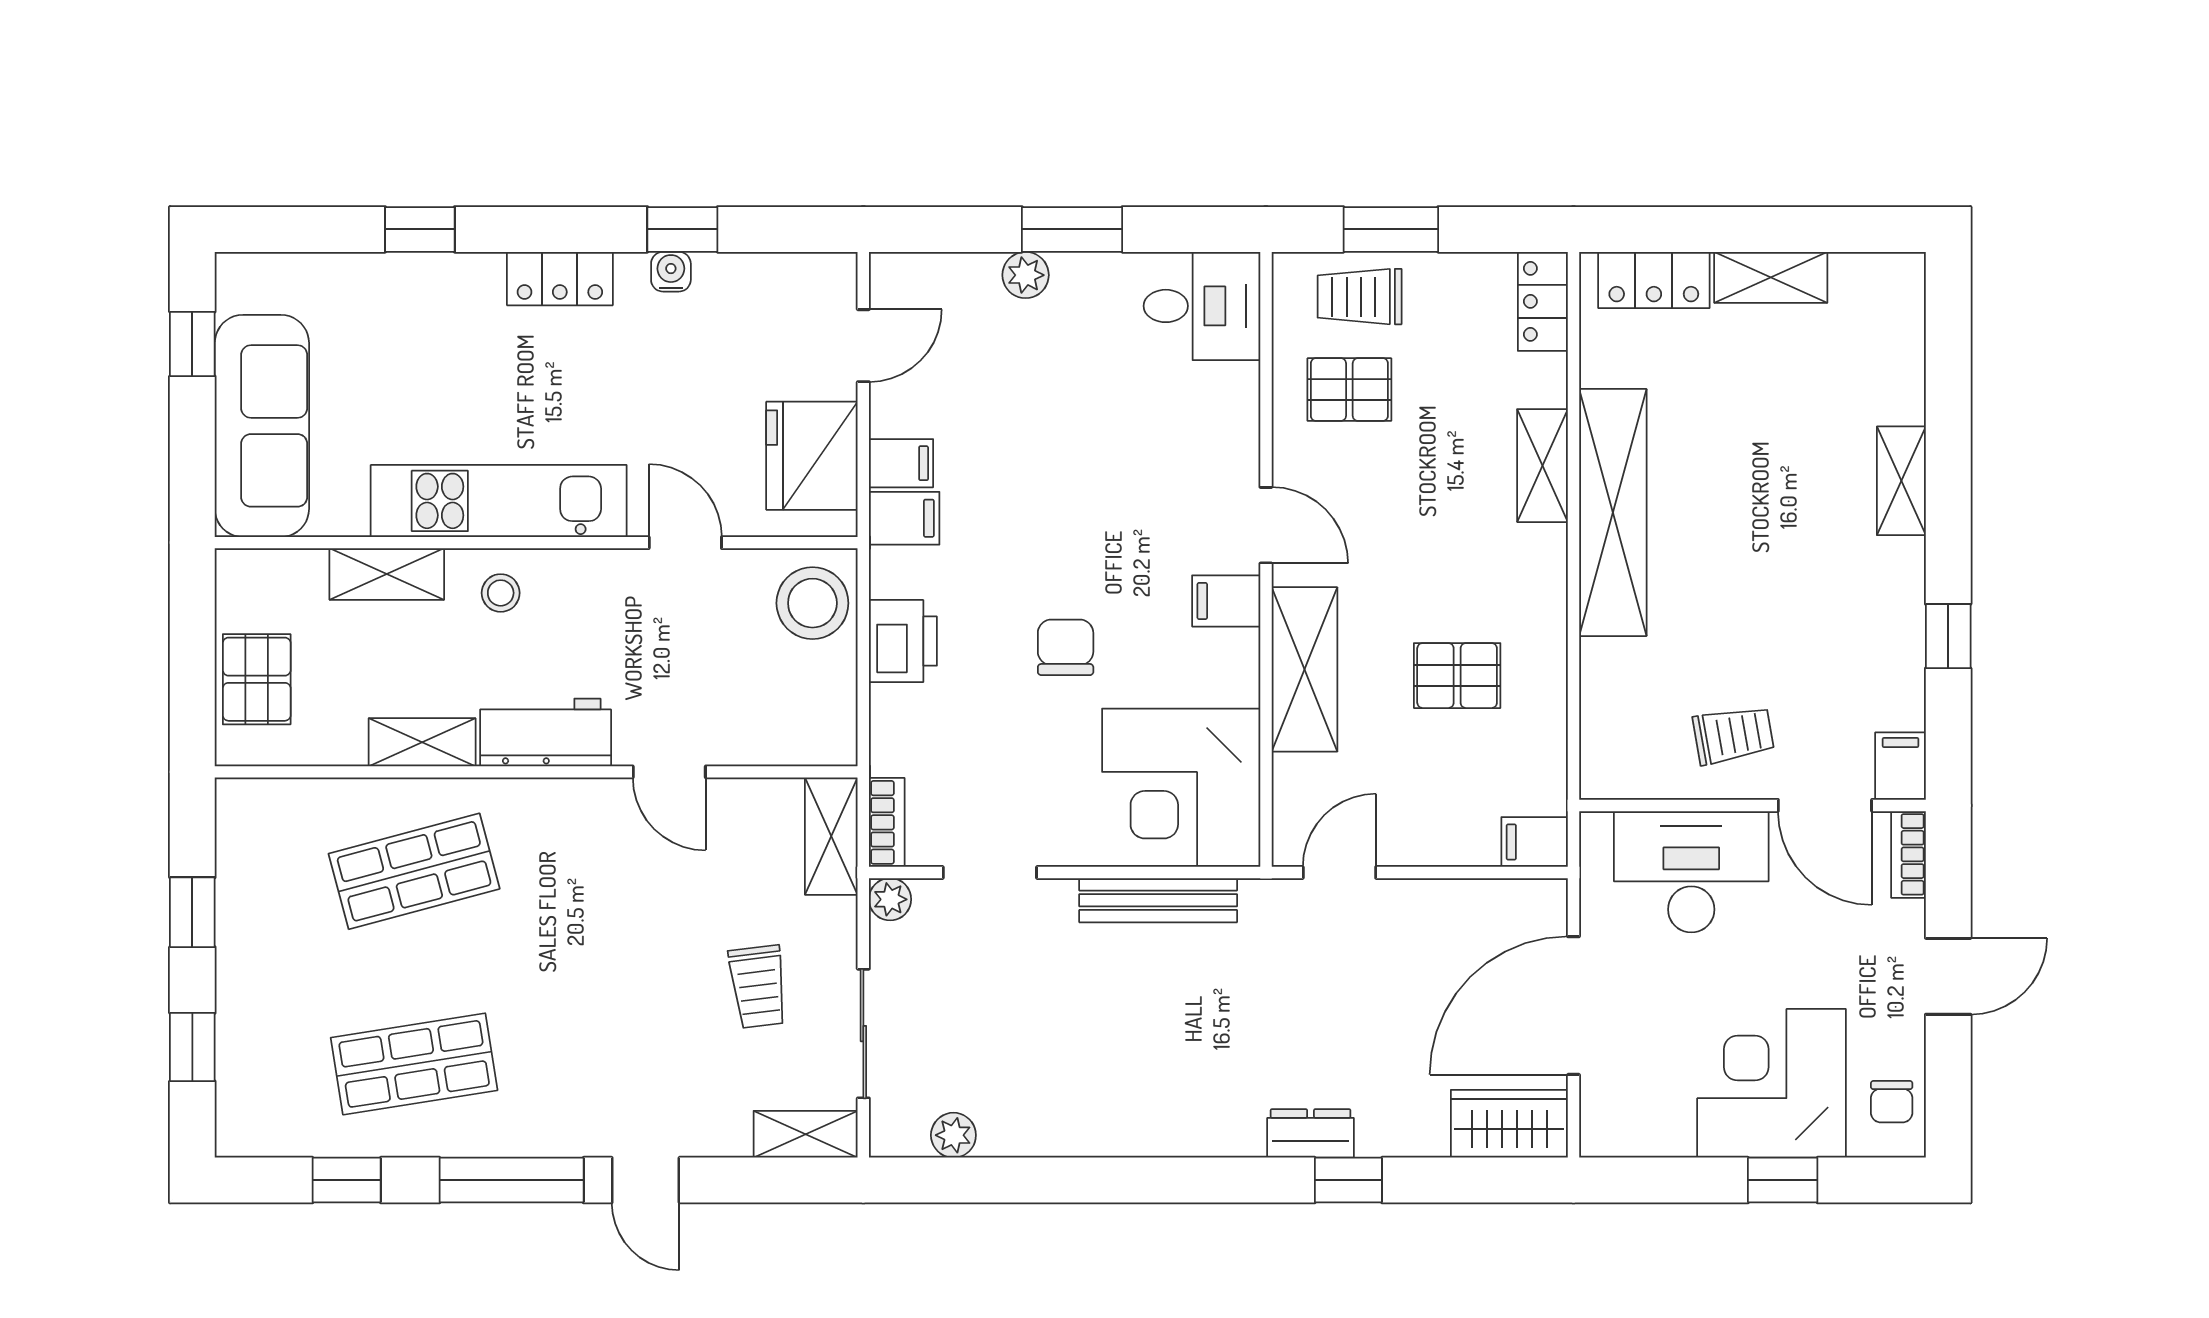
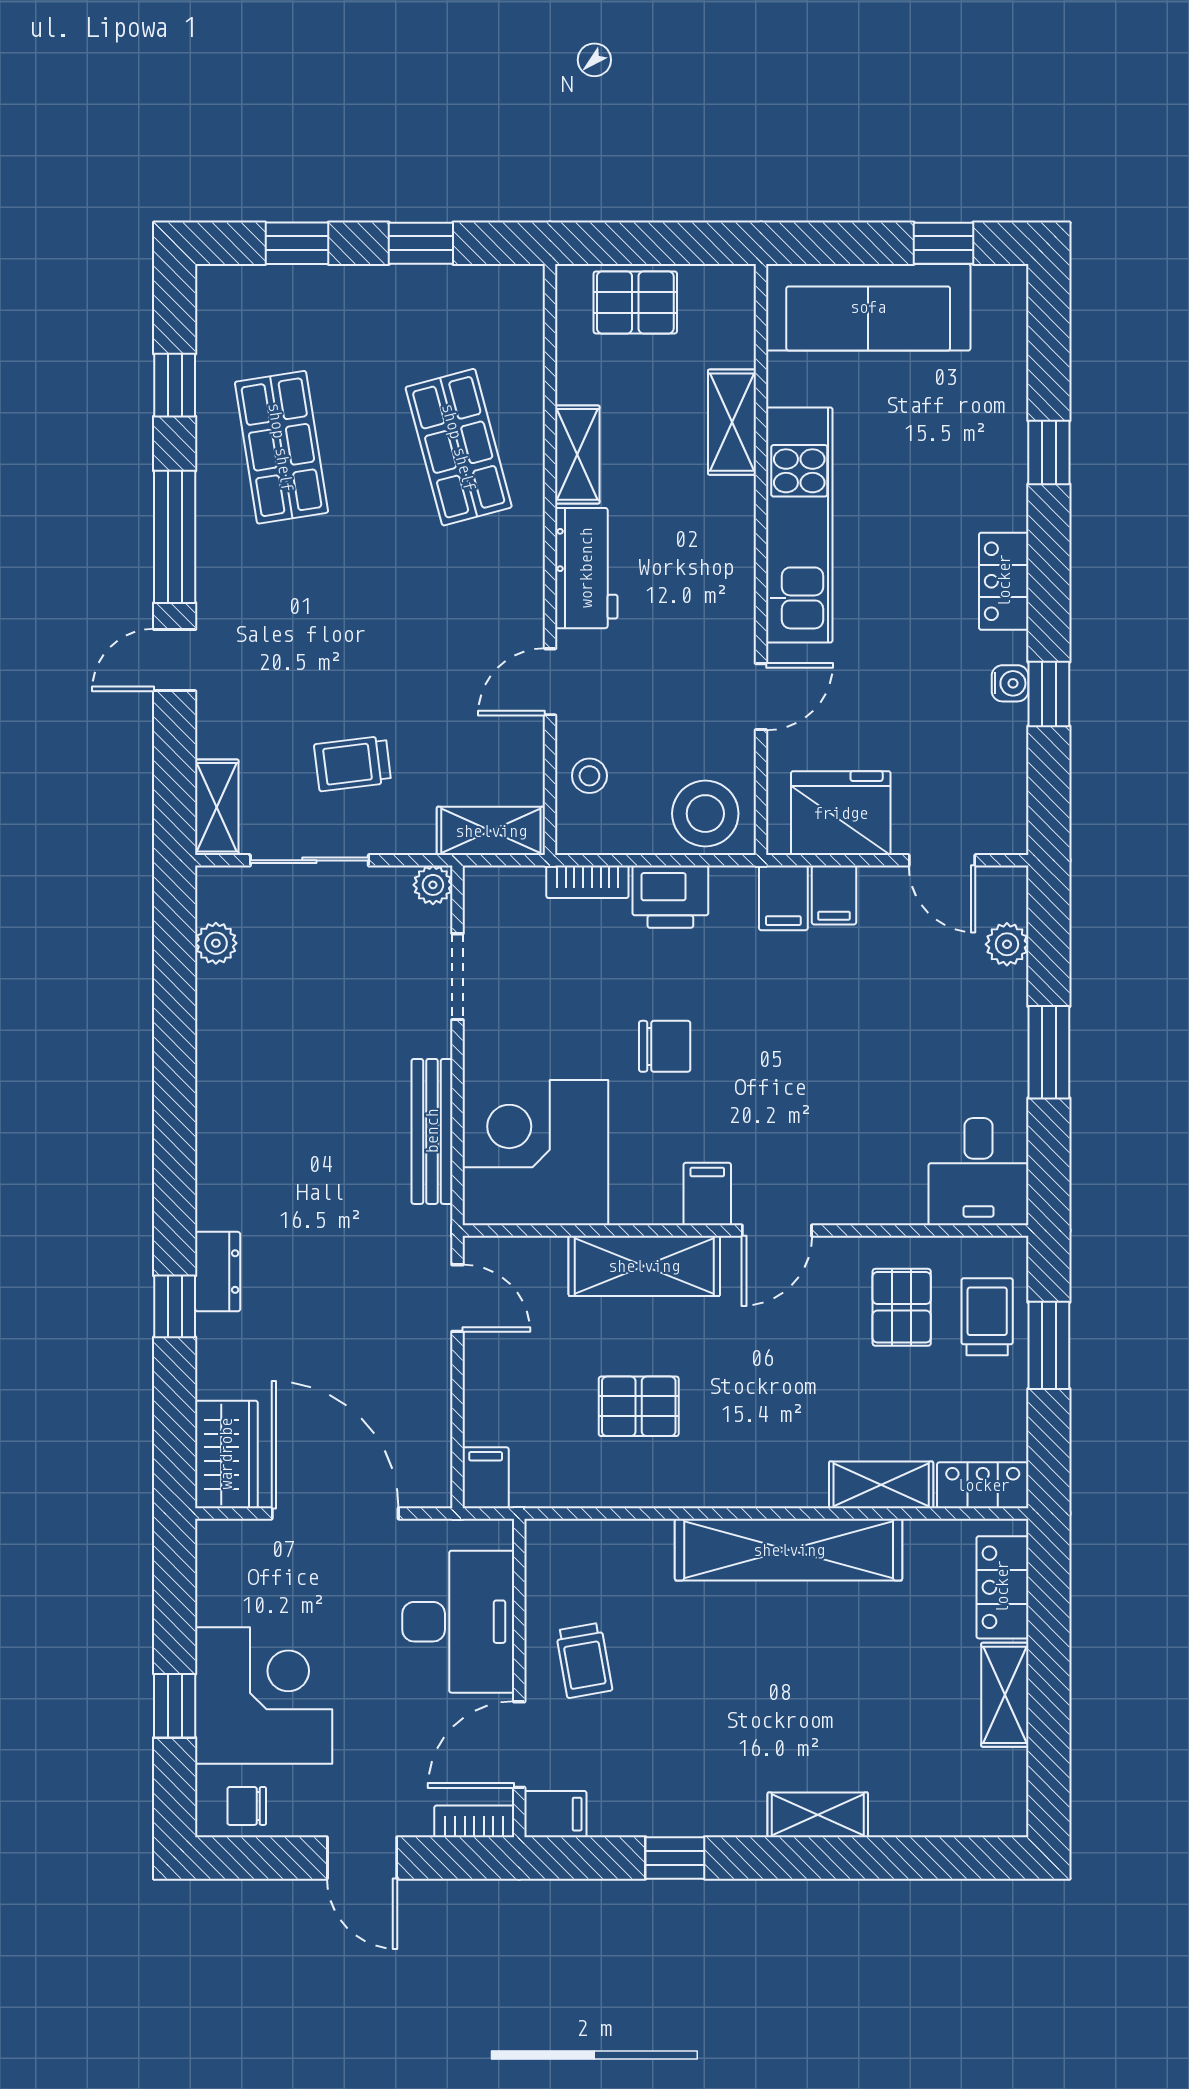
plant: (1026, 275) -> (1007, 944), moved
shelving: (1542, 466) -> (881, 1485), moved
stool: (501, 593) -> (589, 776), moved
pallet: (1457, 676) -> (639, 1406), turned 90
bookcase: (887, 822) -> (587, 882), moved

